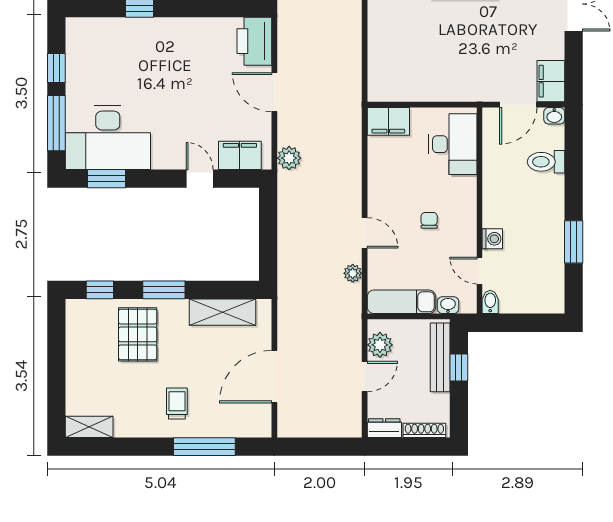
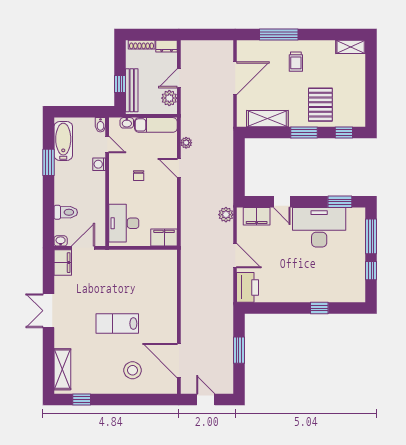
desk: (108, 138) -> (319, 227), moved
bathtub: (550, 276) -> (63, 141), added

